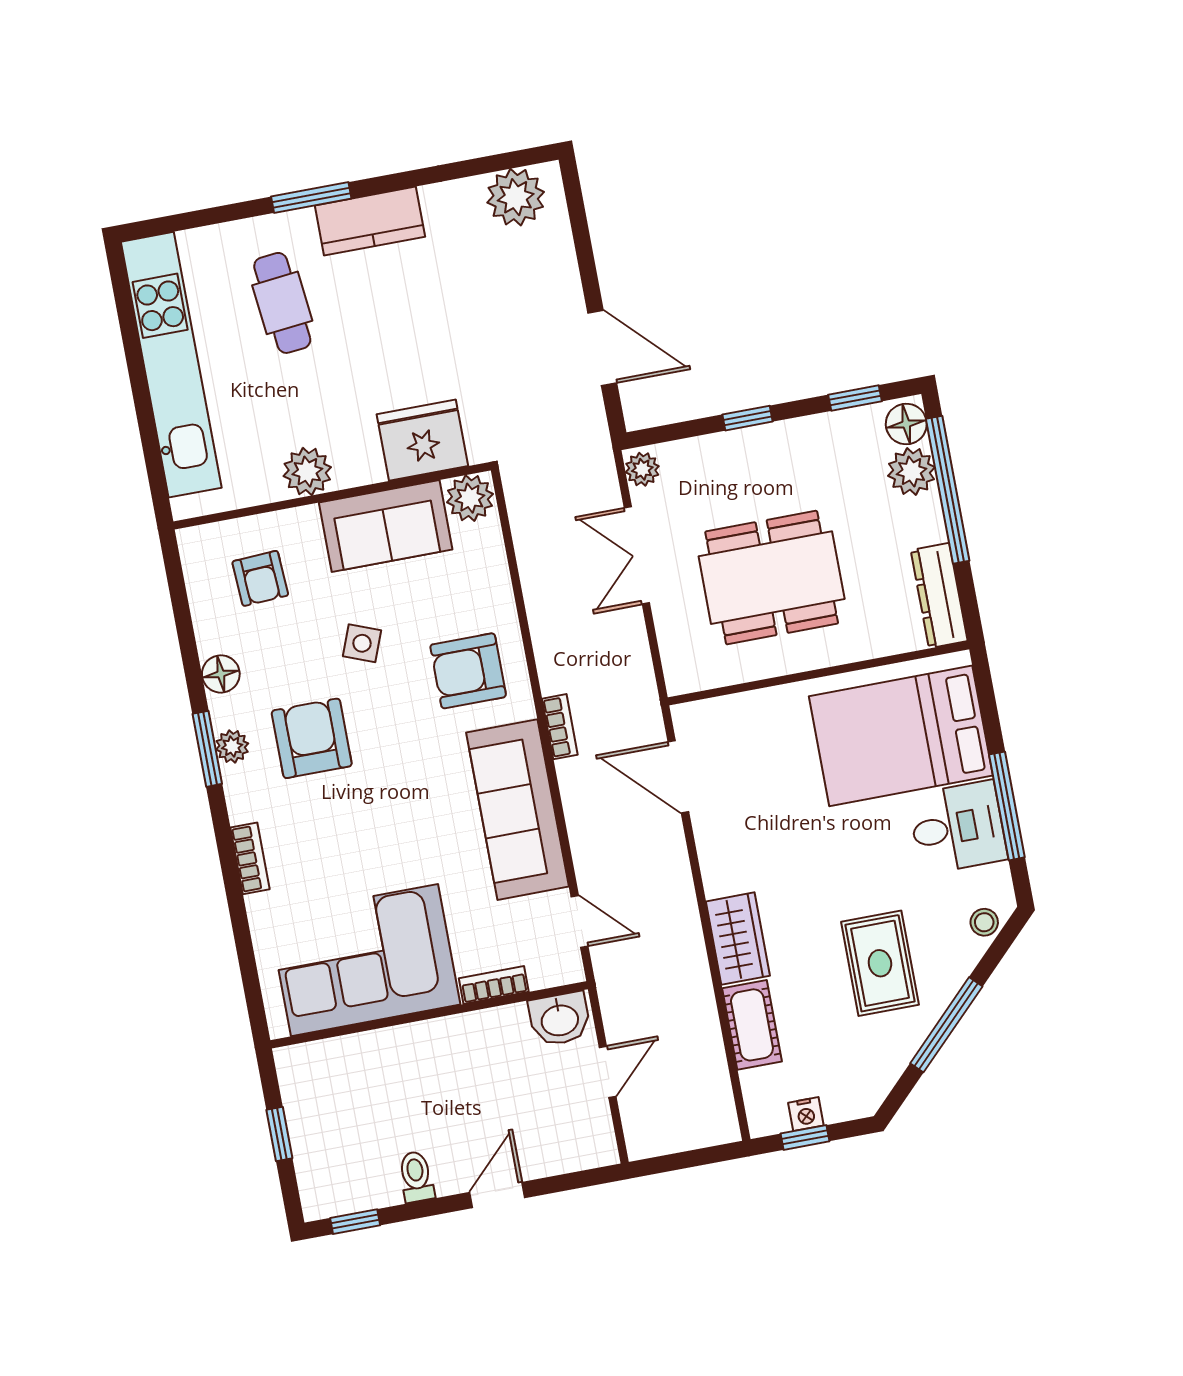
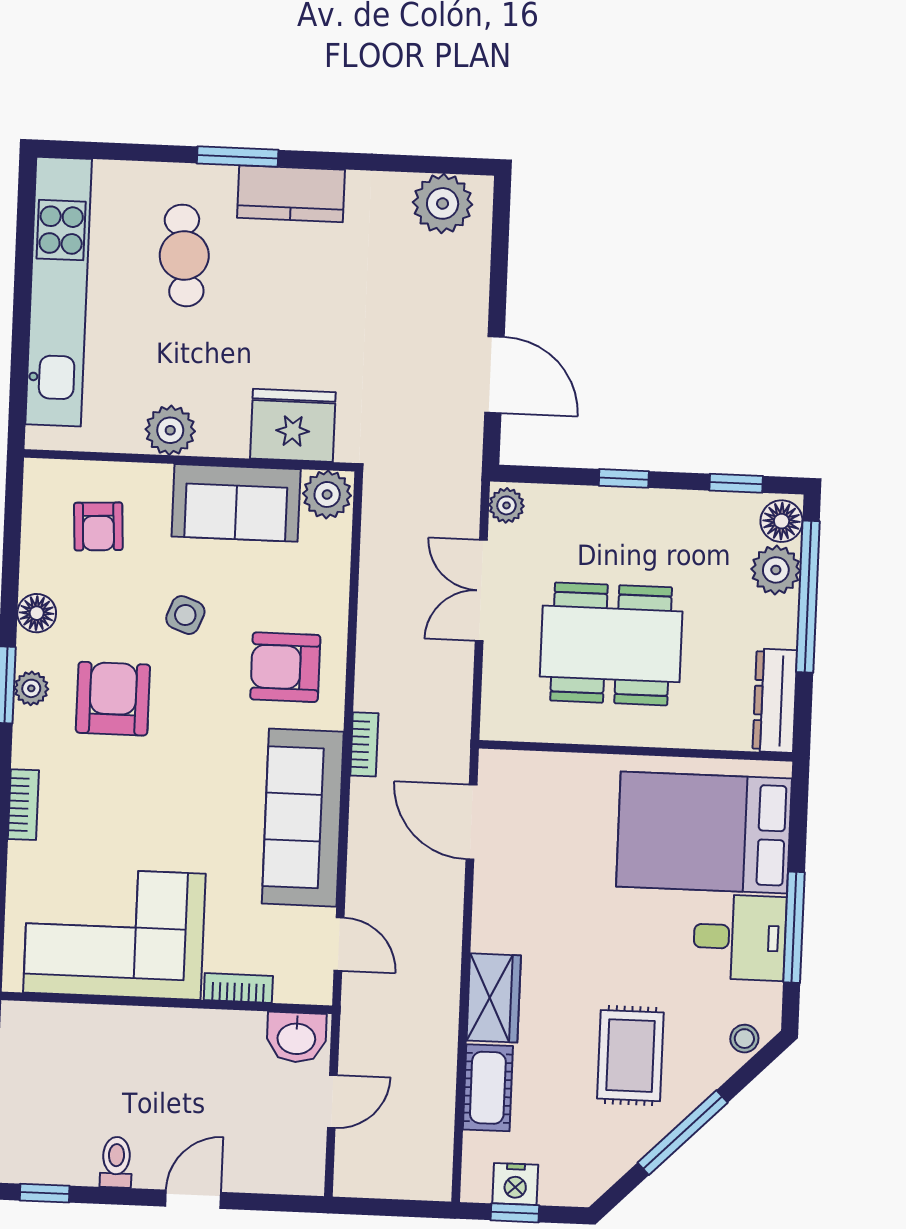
nightstand: (806, 1114) -> (515, 1184), width x1.39, depth x1.35

